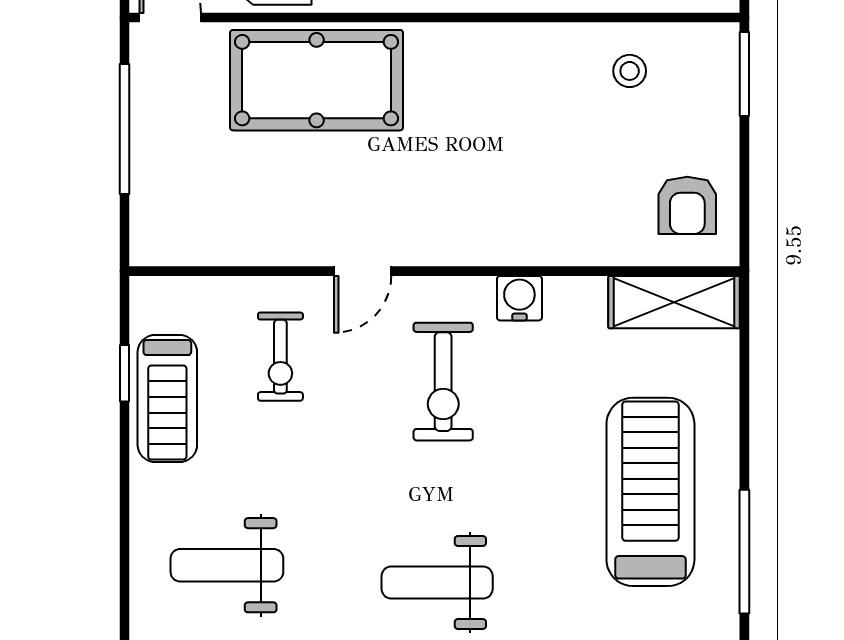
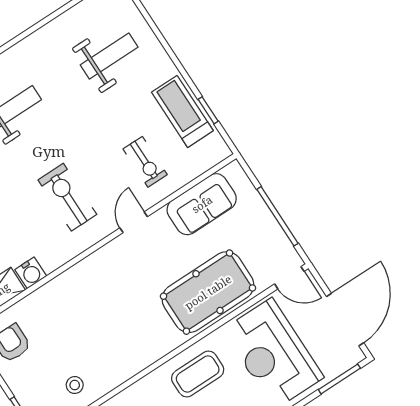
sofa: (234, 229) -> (202, 204), added
water cooler: (519, 298) -> (31, 273), moved
exercise bike: (280, 357) -> (145, 162), turned 180

